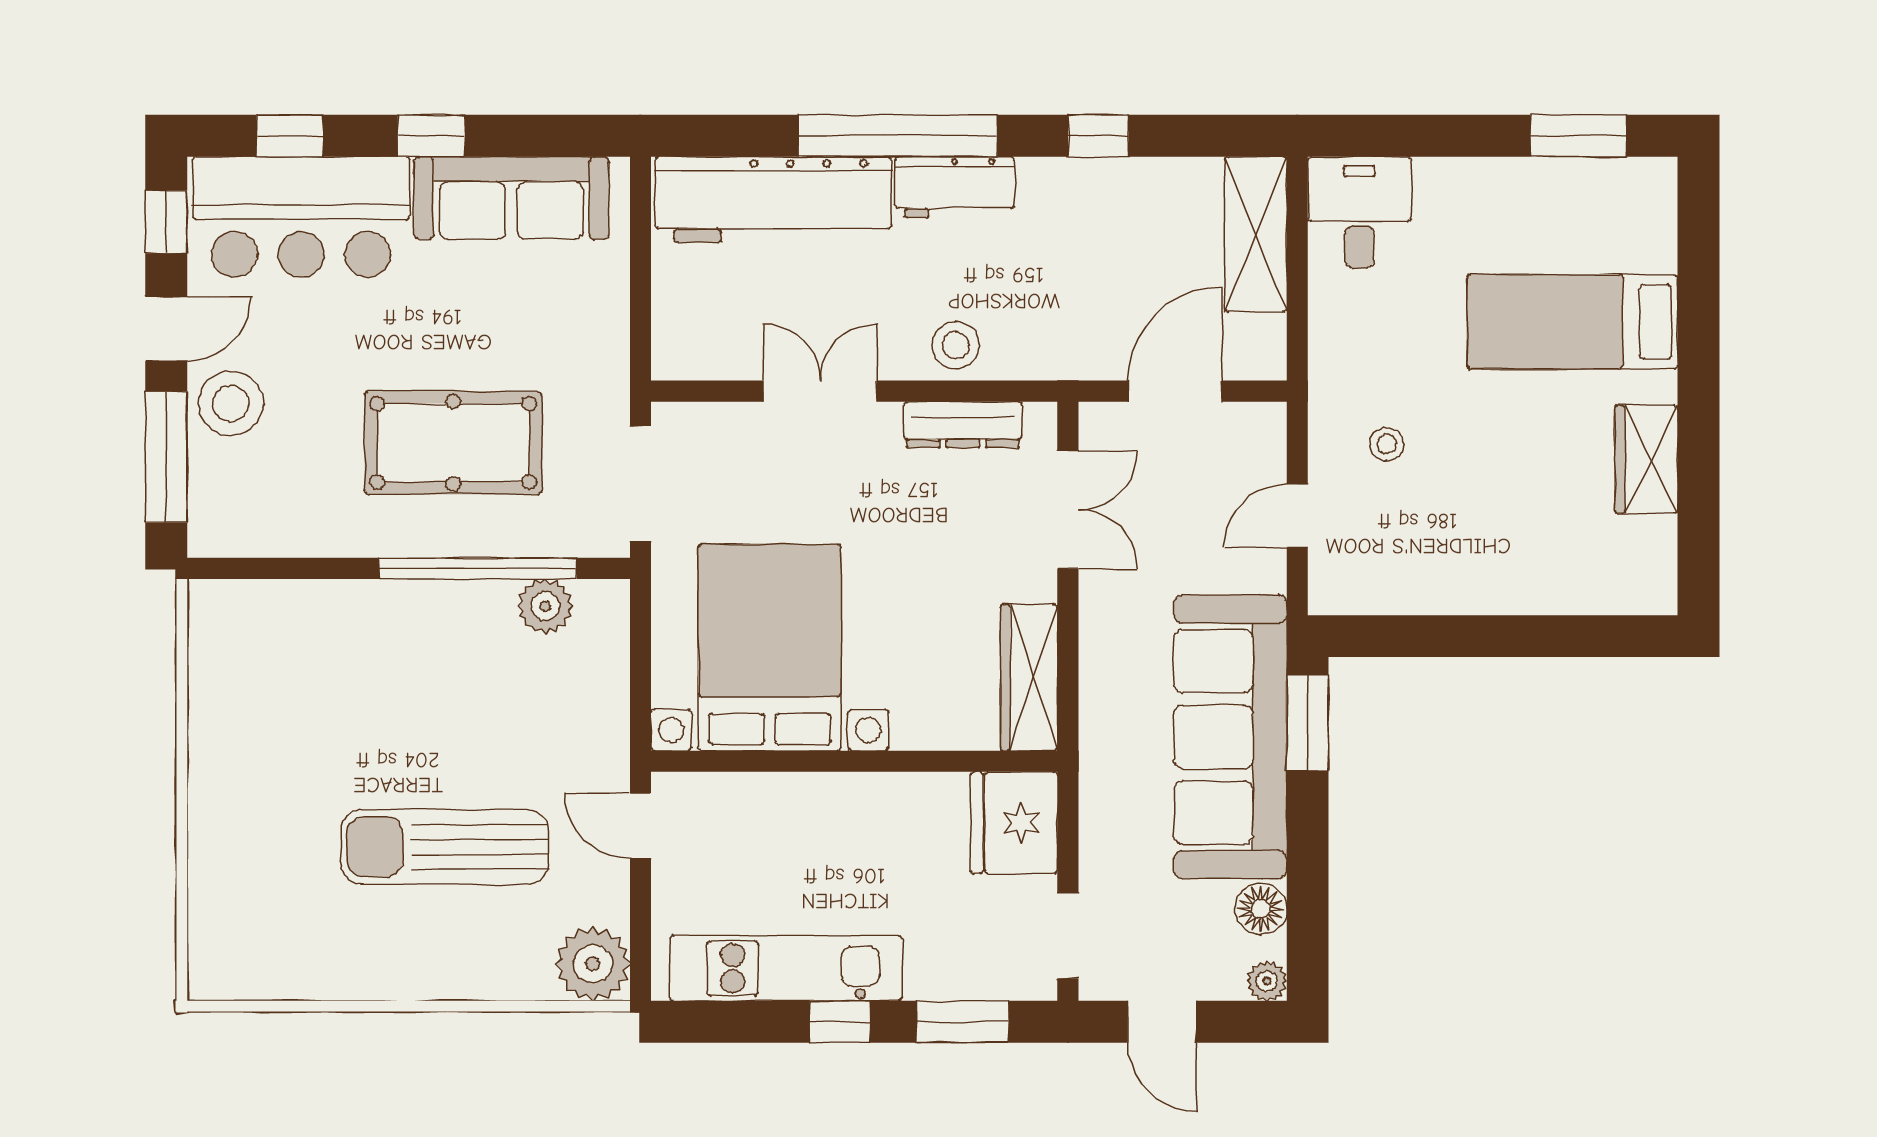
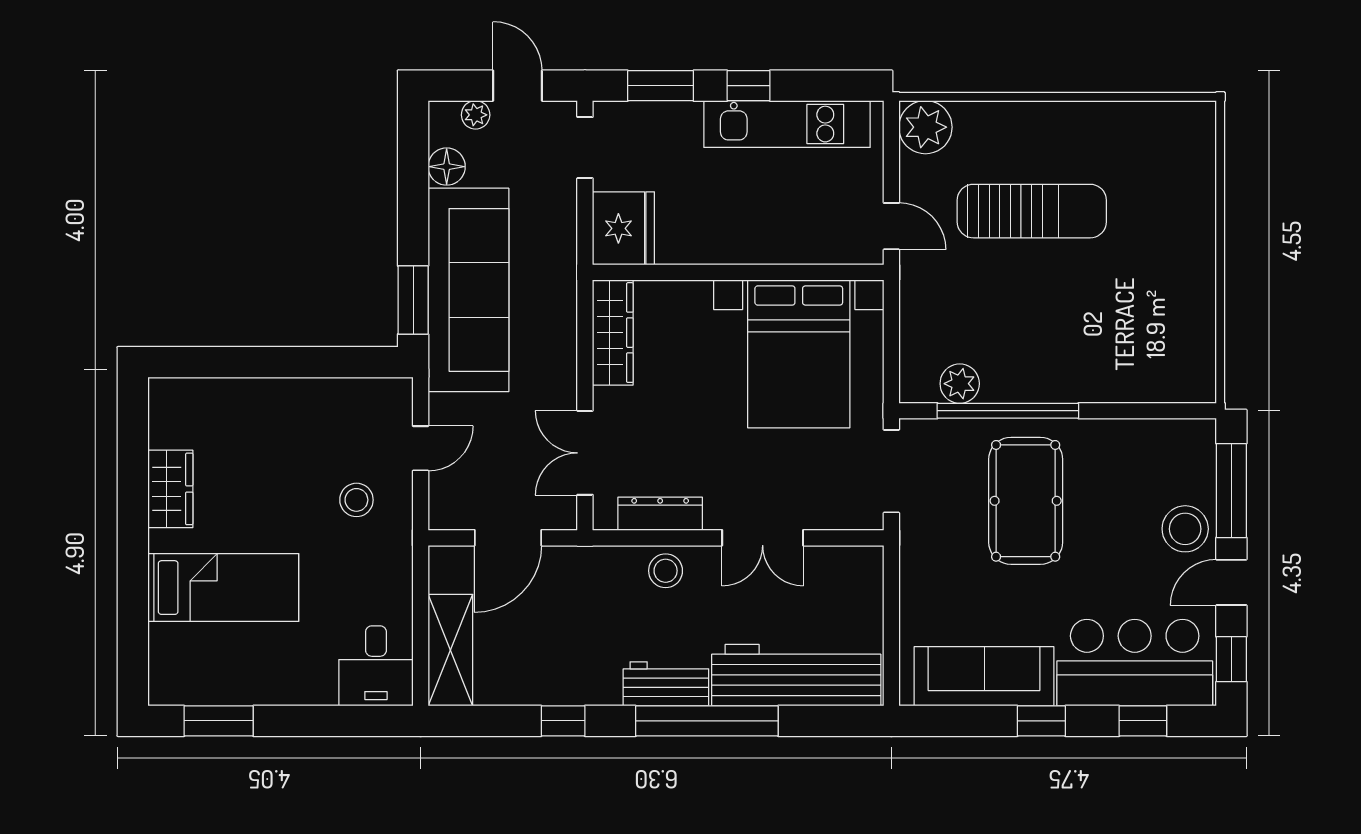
pool table: (453, 443) -> (1026, 501), turned 90
stool: (1387, 444) -> (356, 500), width x1.37, depth x1.37
plant: (1267, 981) -> (476, 115), moved

